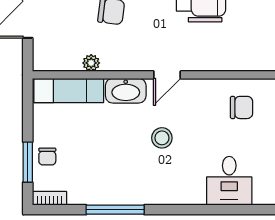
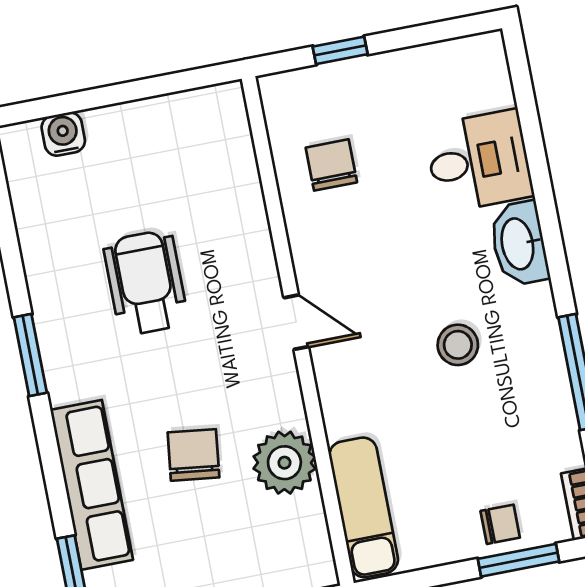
plant: (91, 63) -> (284, 463), width x1.87, depth x1.87
washbasin: (126, 91) -> (519, 244), moved, turned 180
stool: (162, 138) -> (458, 345), moved

